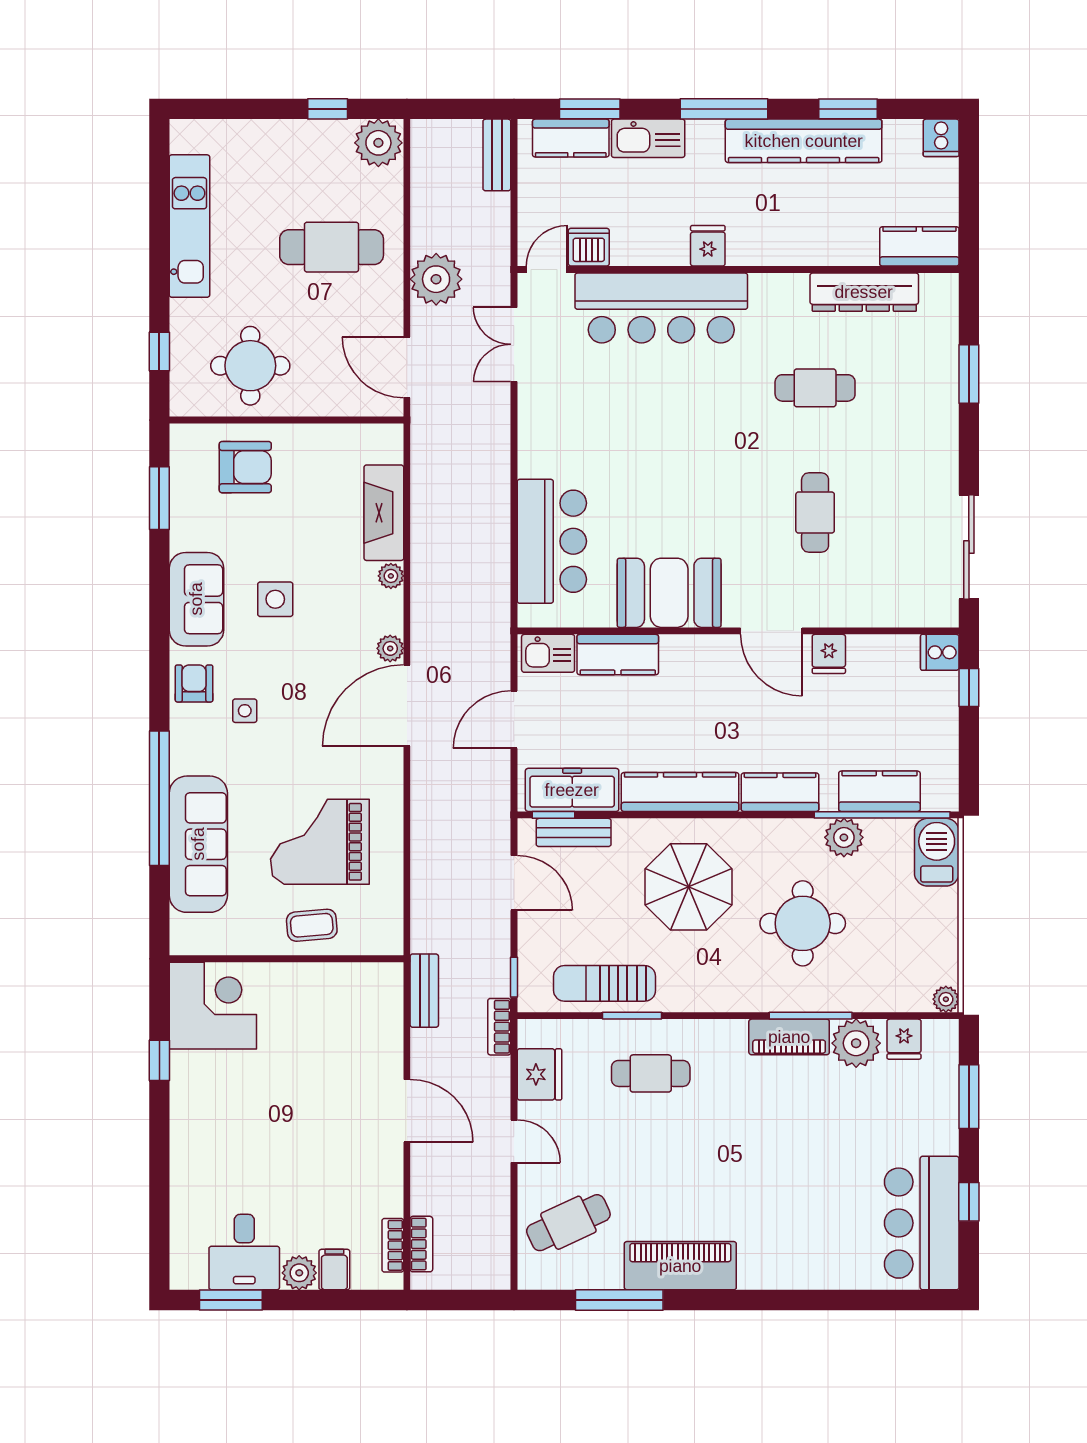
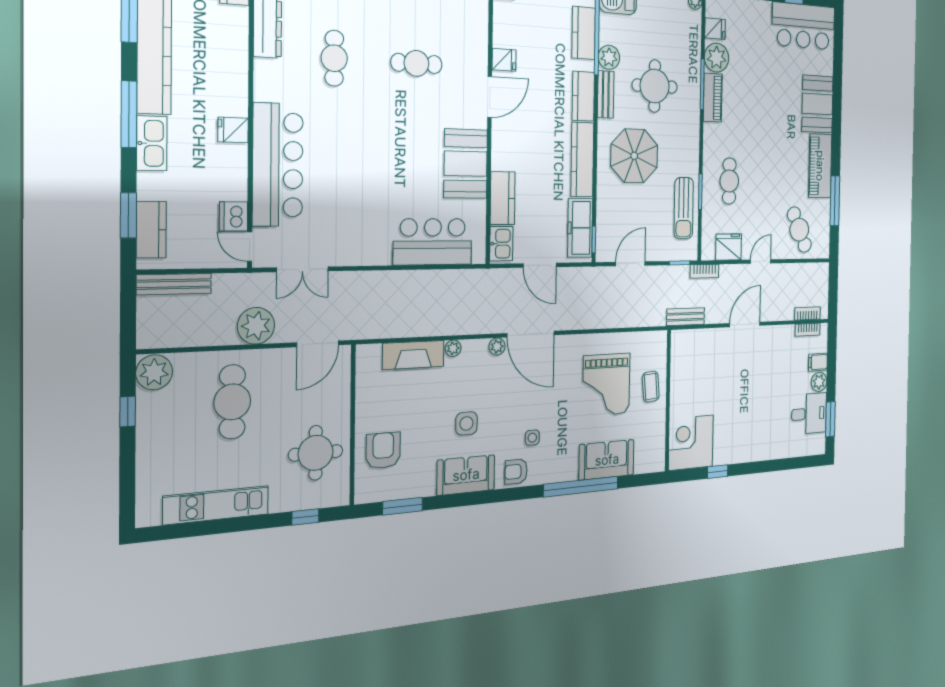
kitchen sink: (648, 138) -> (152, 143), moved
bench: (497, 155) -> (174, 284), width x1.36
bench: (574, 832) -> (606, 94), moved
sofa: (198, 844) -> (607, 460), width x0.73
booth: (788, 1257) -> (817, 104), added

